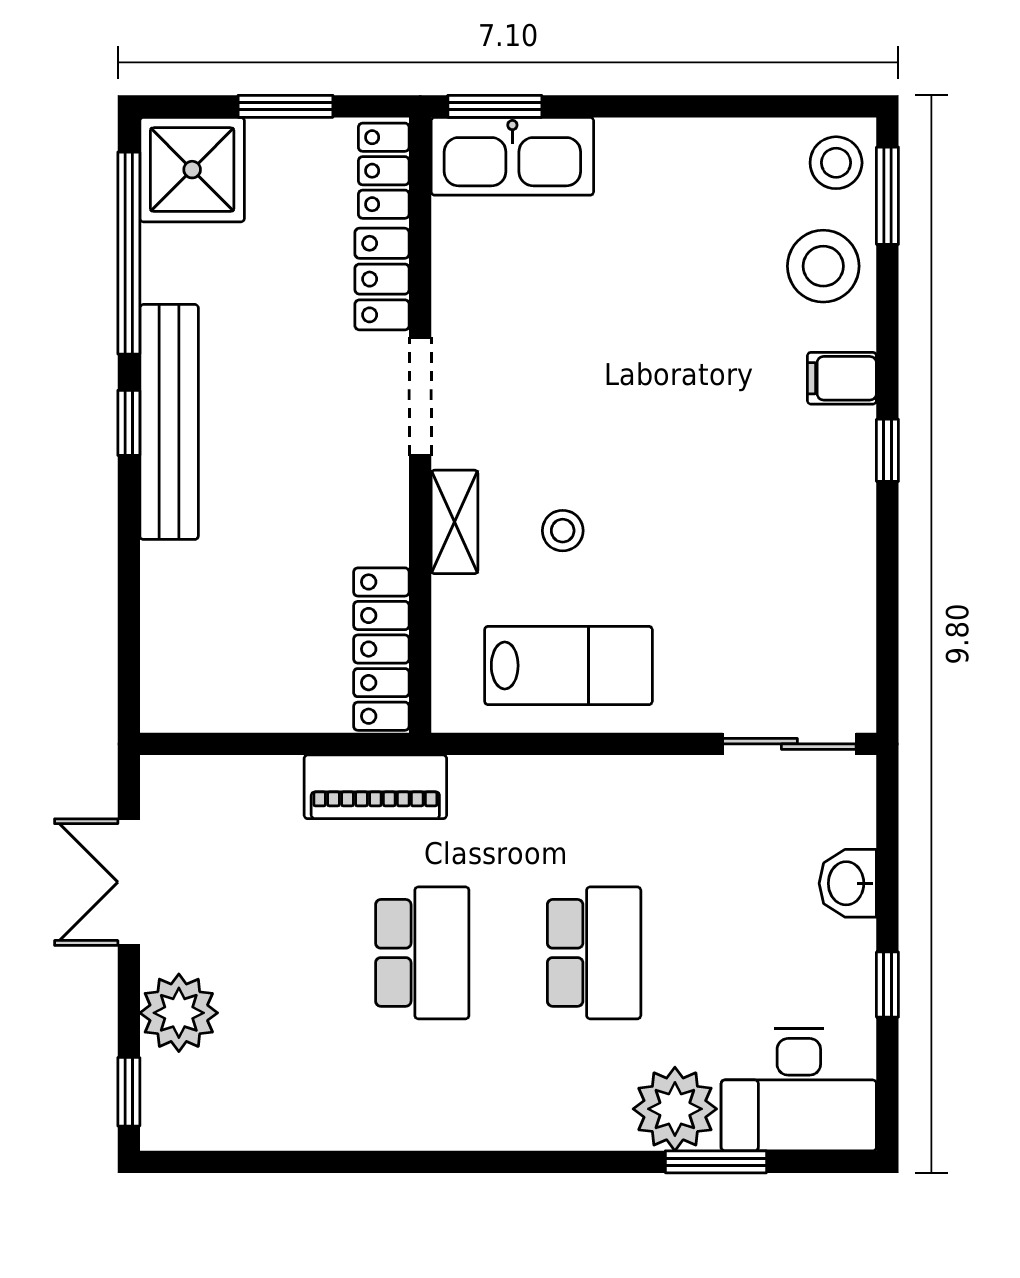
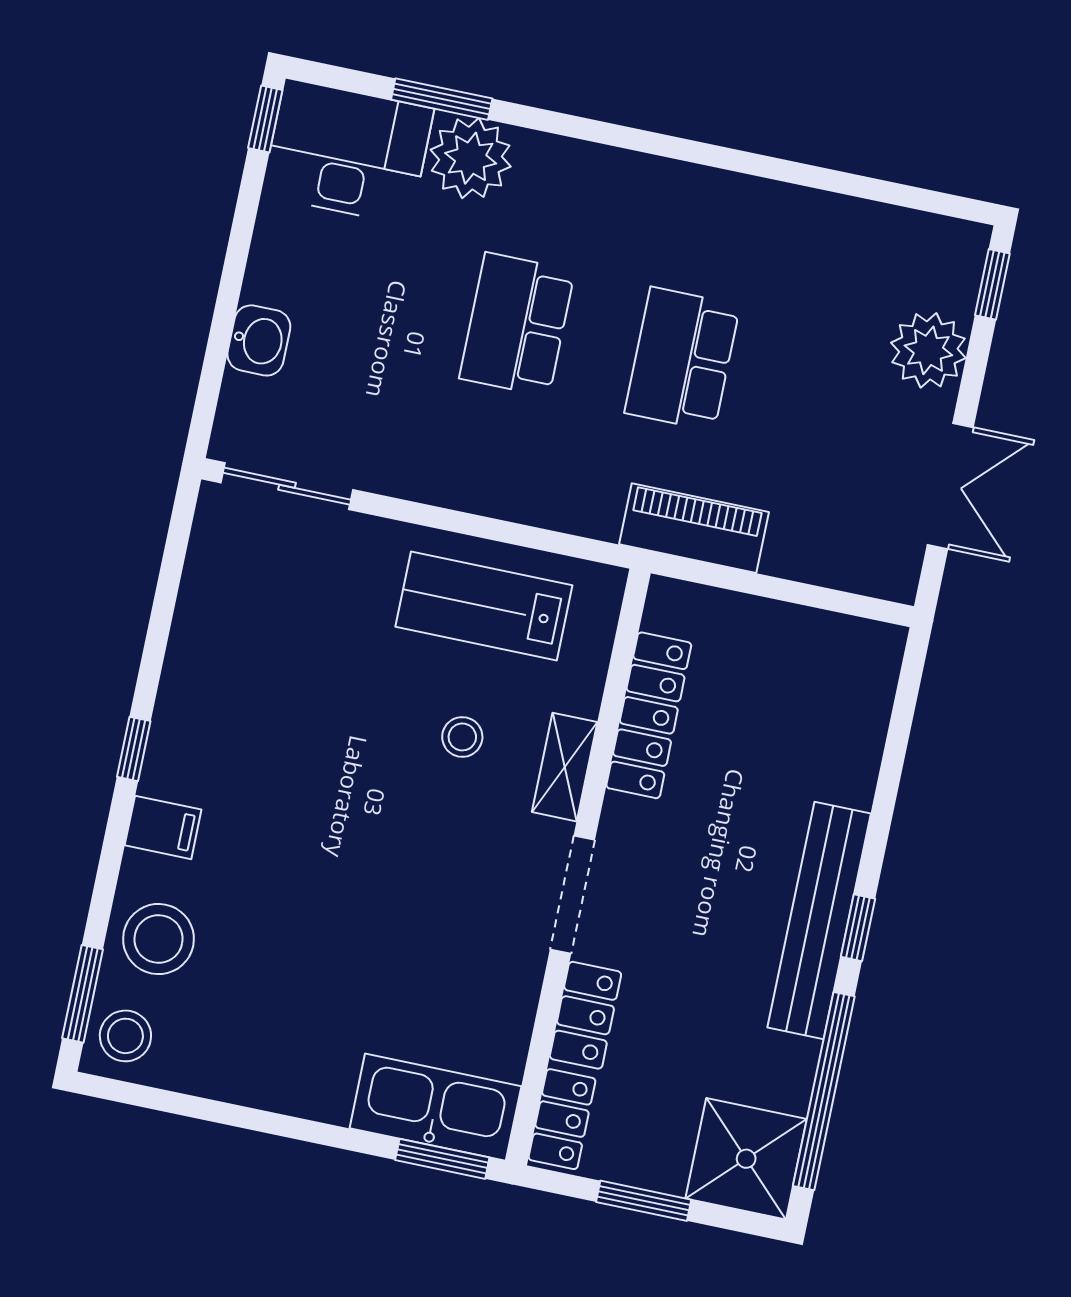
locker: (381, 649) -> (649, 715), moved
window: (887, 985) -> (265, 119), moved

